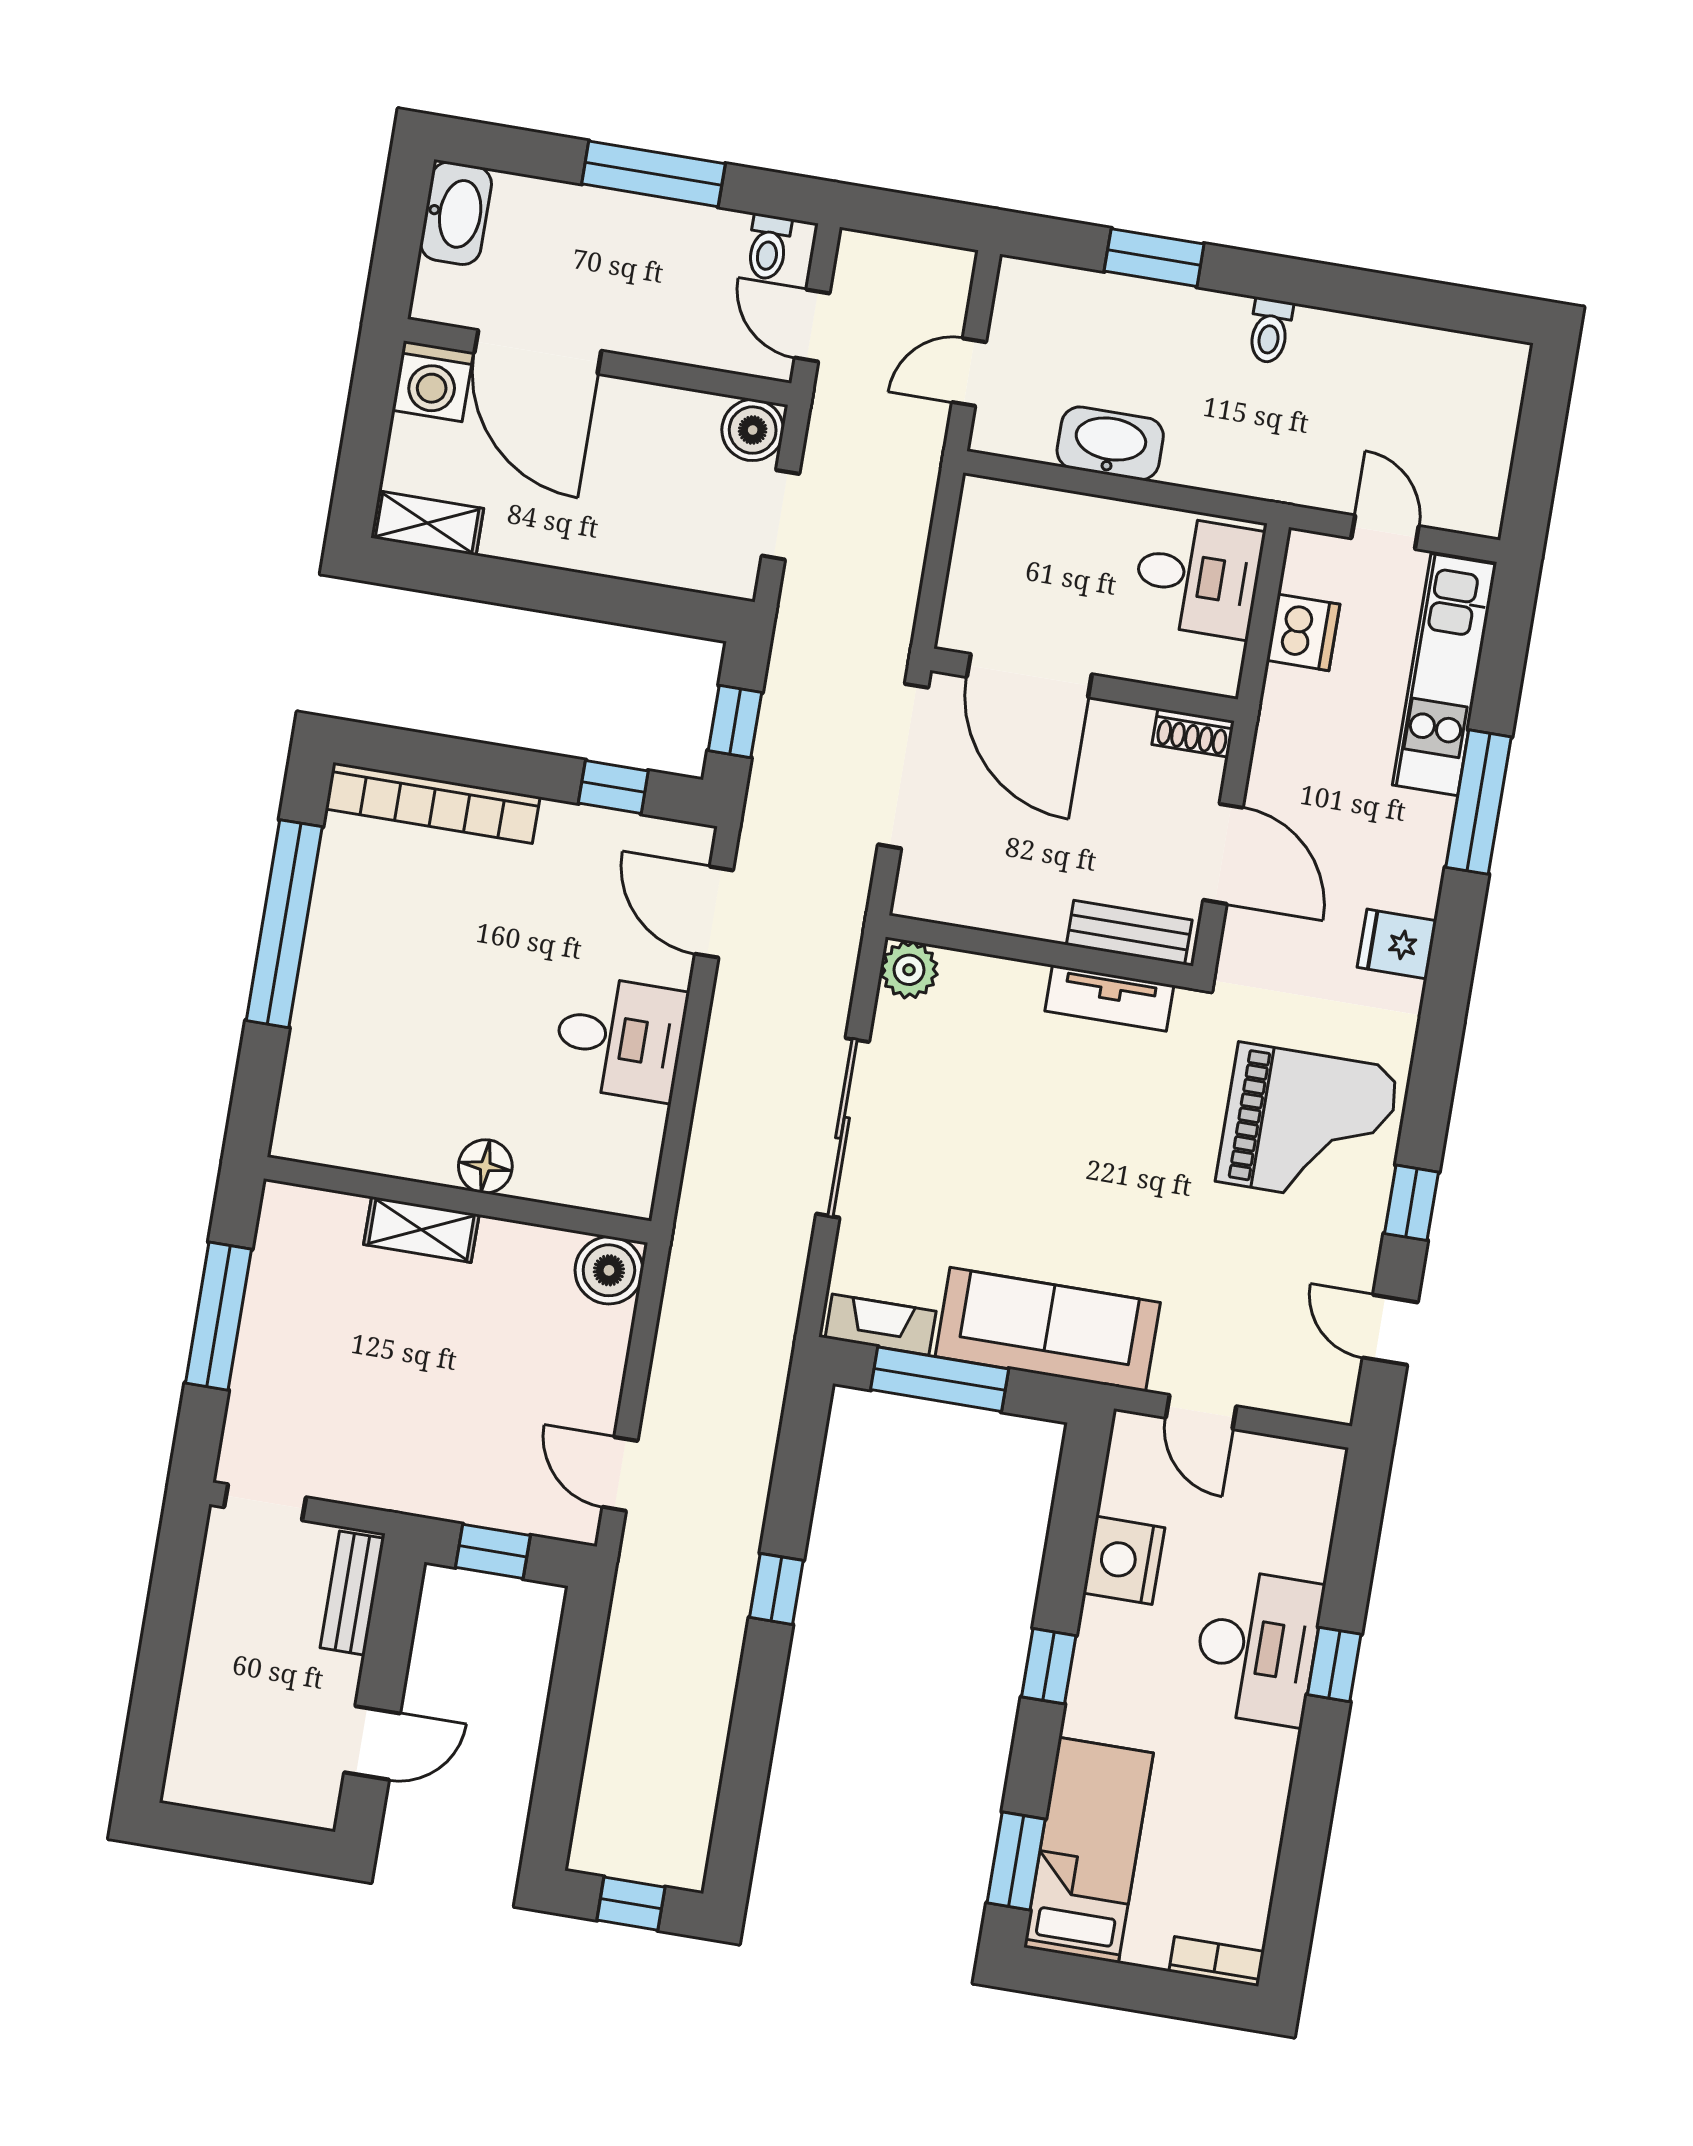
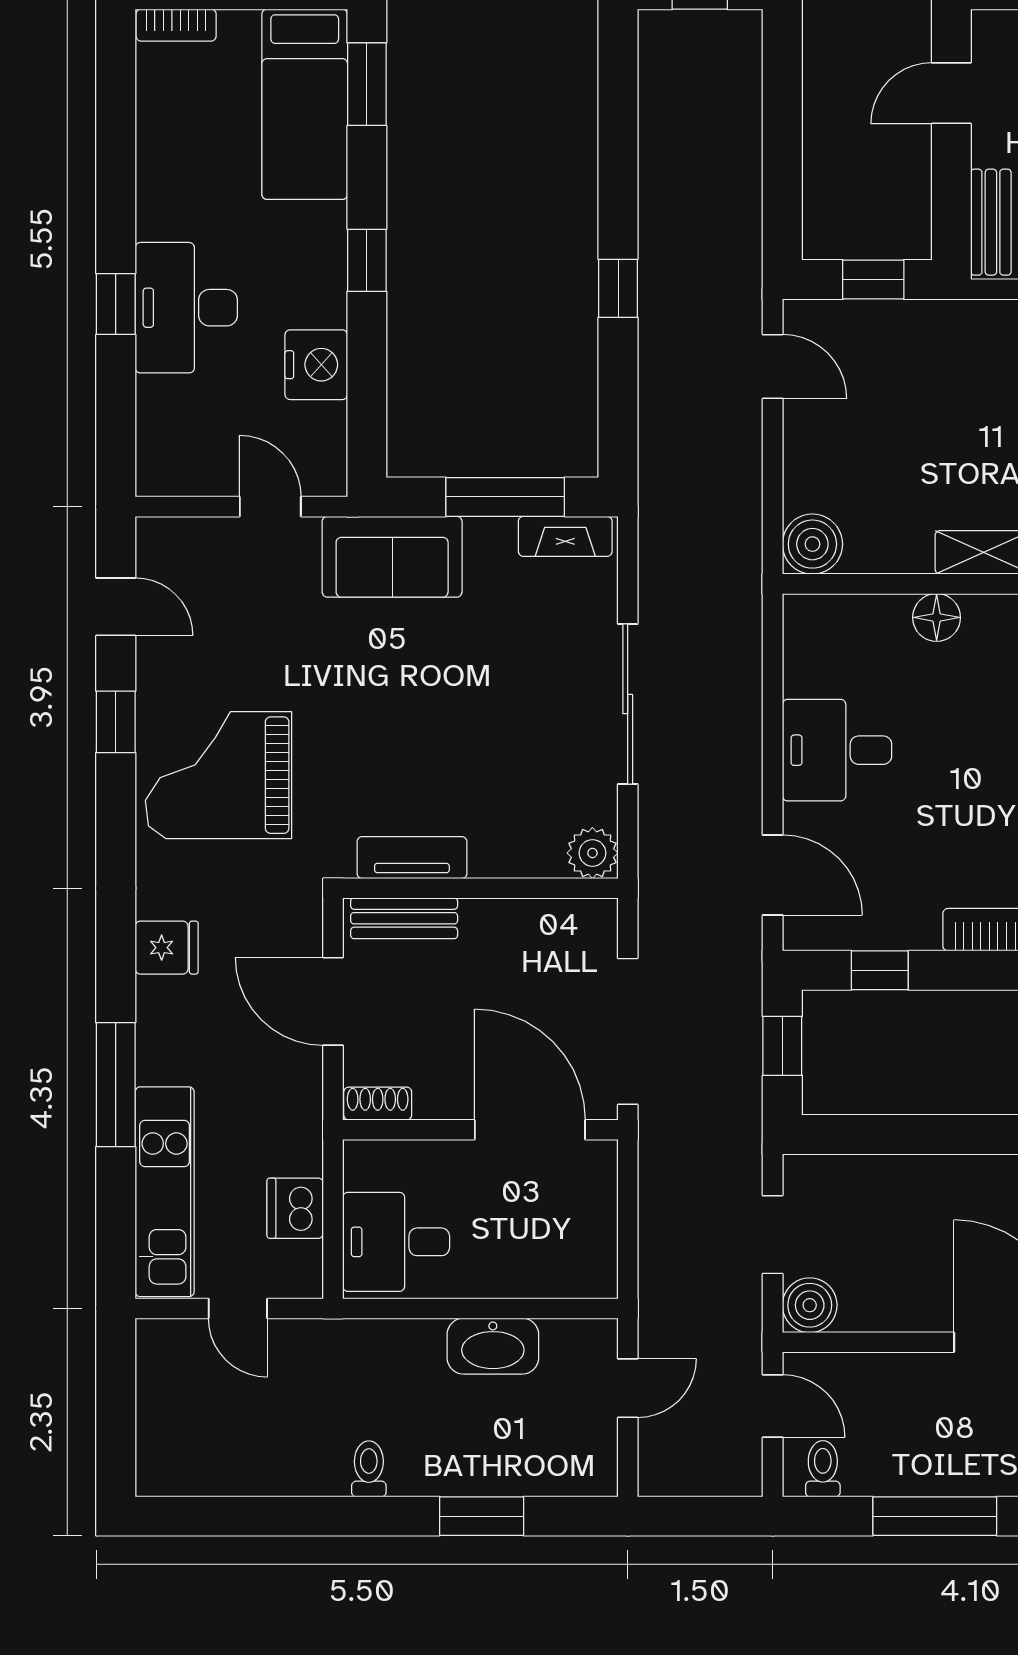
sofa: (1048, 1329) -> (392, 557), width x0.73

